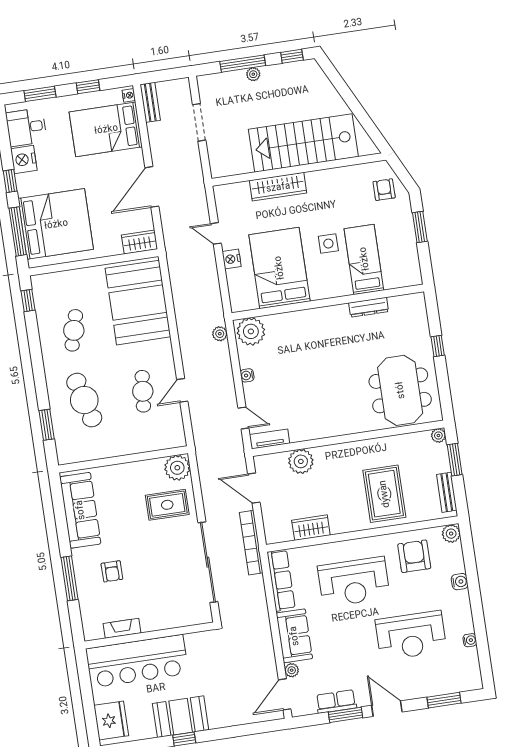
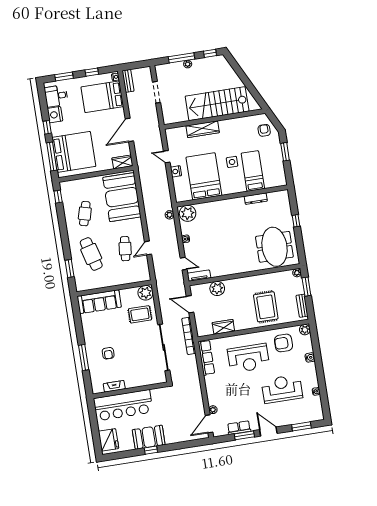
sofa: (80, 510) -> (99, 302), moved, turned 90
armchair: (414, 556) -> (283, 343), turned -90
reception desk: (411, 635) -> (282, 389), turned 180
sofa: (294, 636) -> (214, 390), removed

